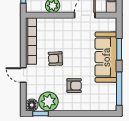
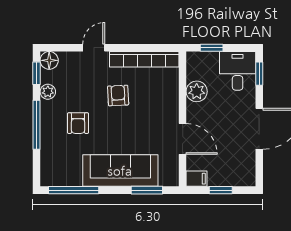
window: (119, 49) -> (147, 190), moved
plant: (48, 101) -> (48, 92), width x0.53, depth x0.53
window: (75, 114) -> (37, 125), added

